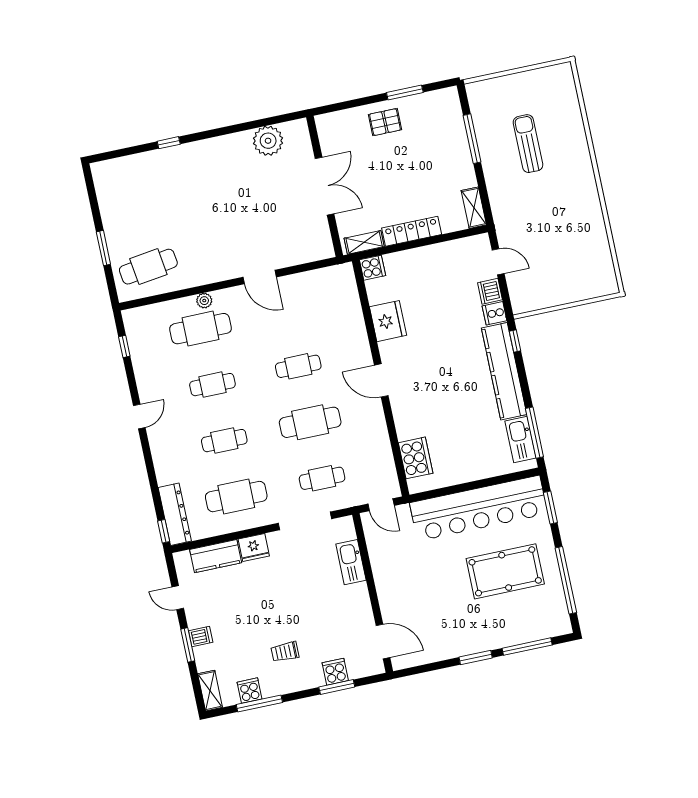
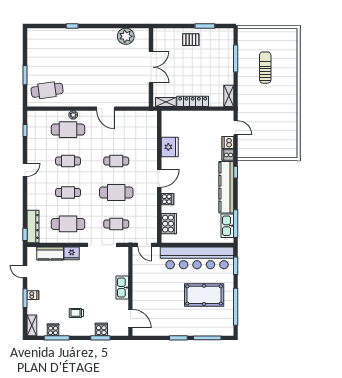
cooker: (373, 268) -> (167, 199), moved
door: (381, 380) -> (159, 178), swing flipped
kitchen sink: (351, 562) -> (122, 287), moved

